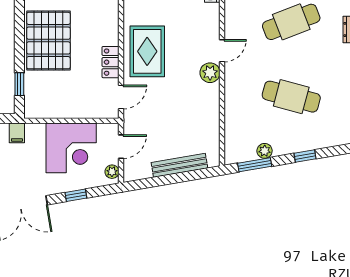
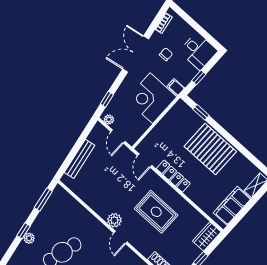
rug: (147, 51) -> (156, 212), moved
locker: (110, 62) -> (173, 176), width x1.53
corner desk: (71, 148) -> (151, 98), moved
plant: (265, 151) -> (29, 238), moved
window: (76, 195) -> (107, 99), moved

